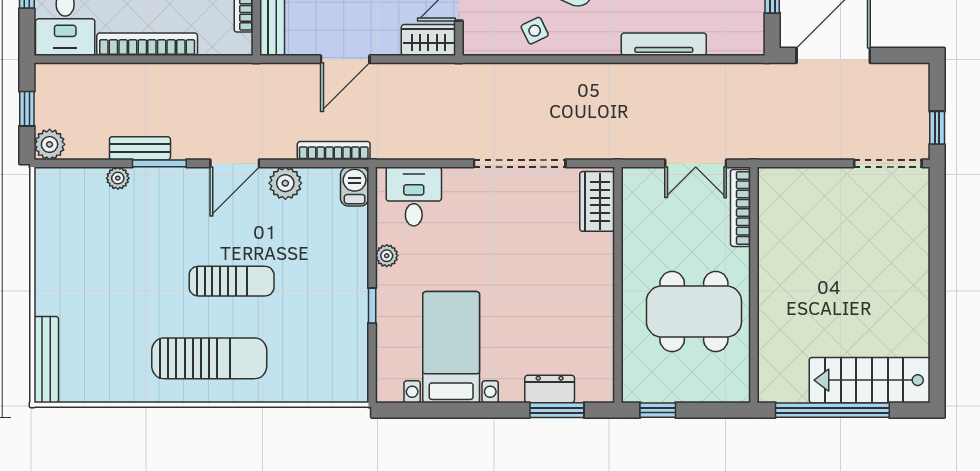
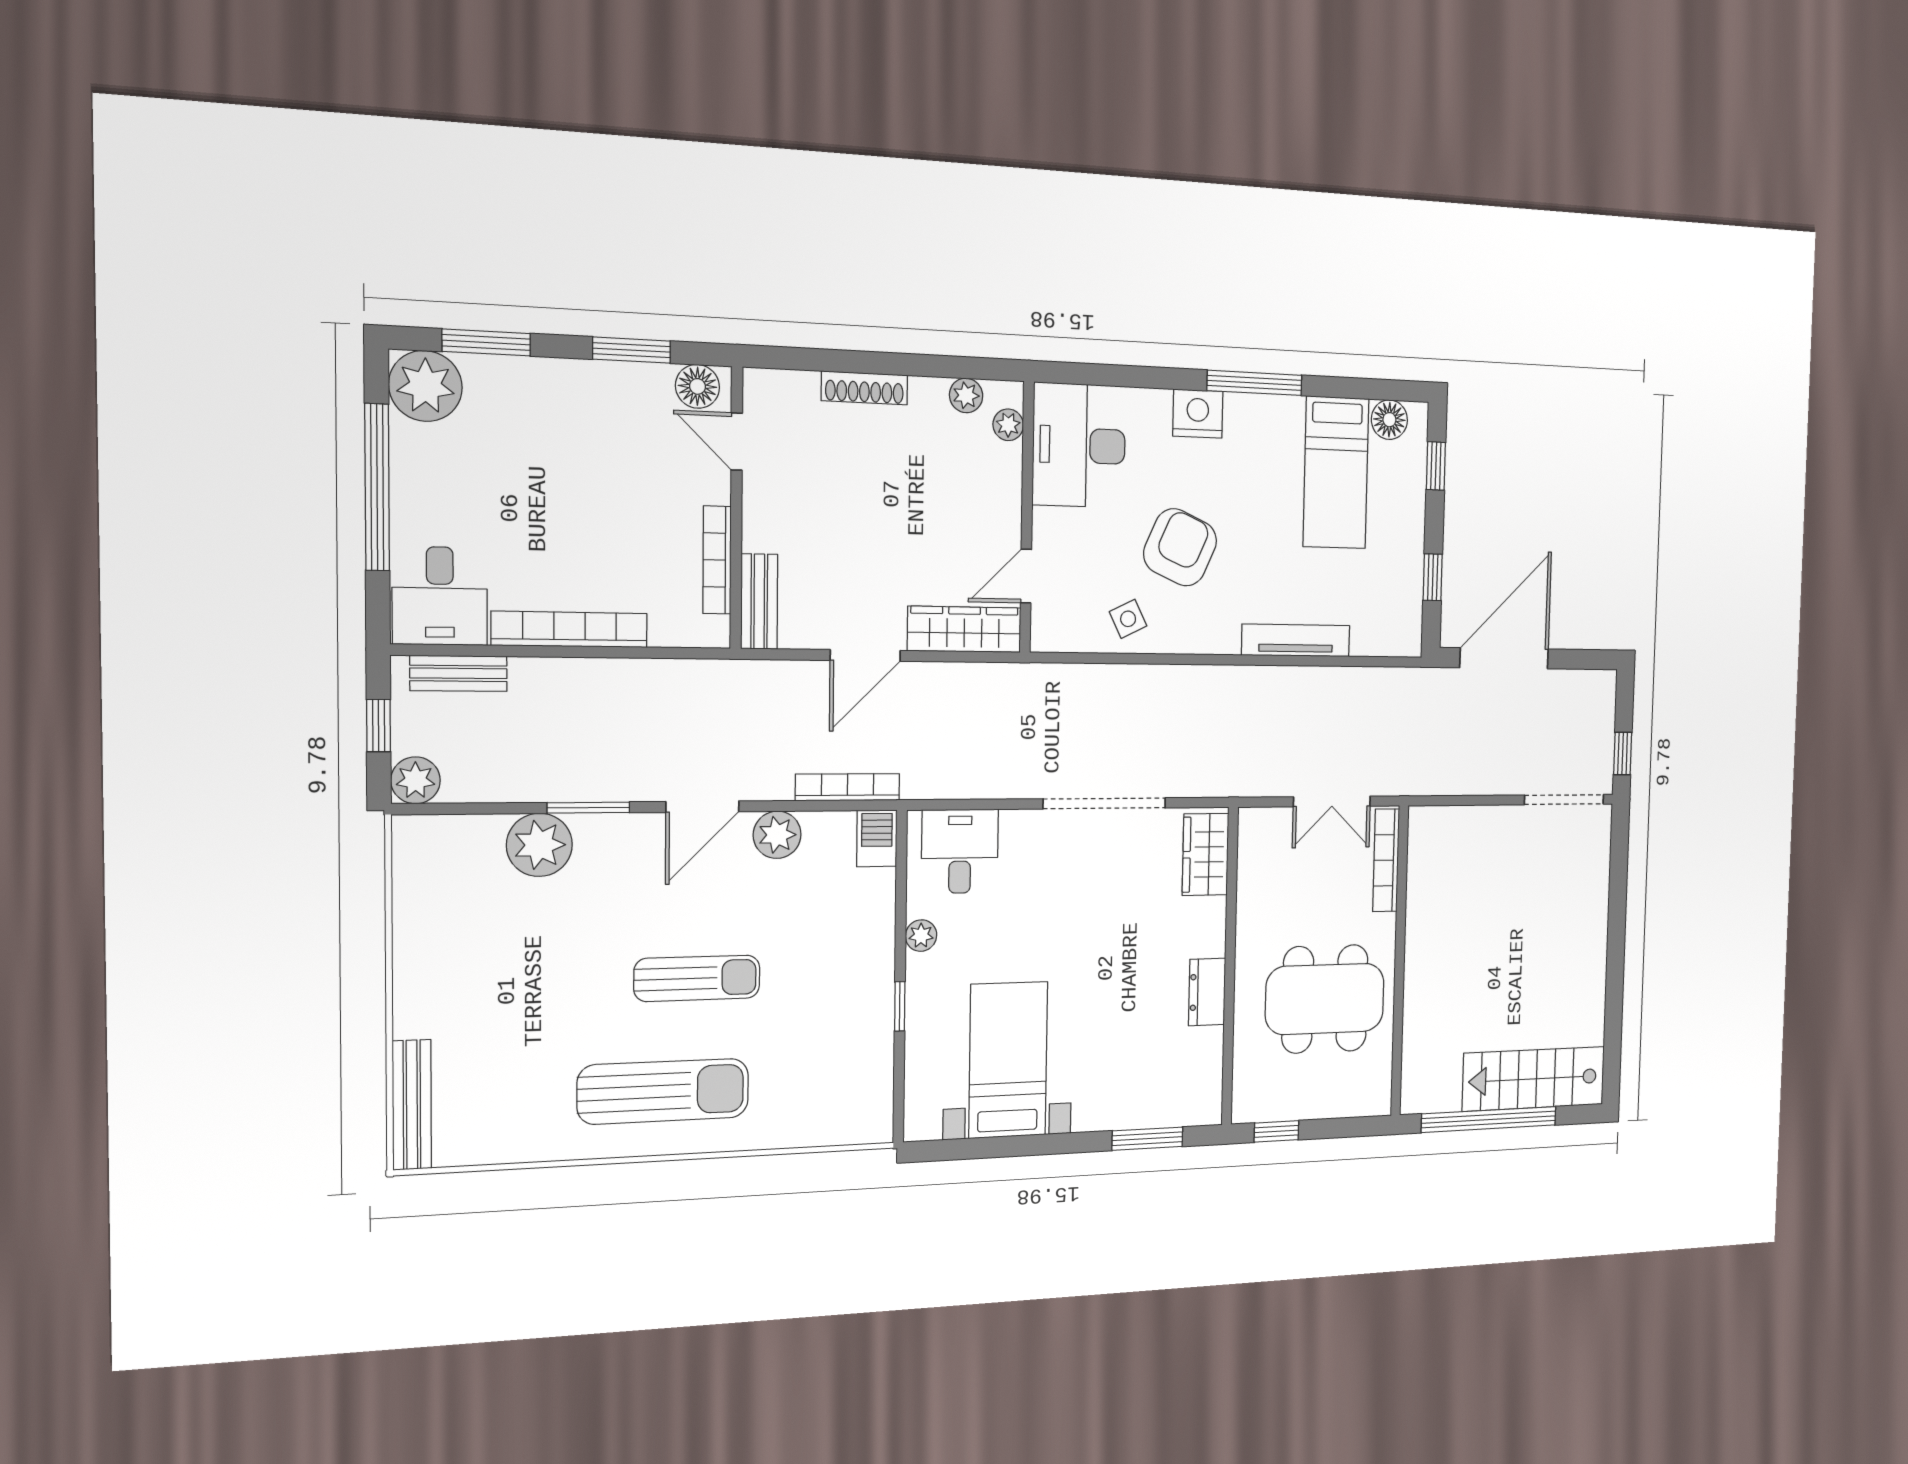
wardrobe: (428, 40) -> (964, 629), width x1.50
bench: (140, 148) -> (459, 673), moved
plant: (118, 178) -> (539, 845), width x1.88, depth x1.88
dresser: (550, 389) -> (1207, 992), moved, turned -90

